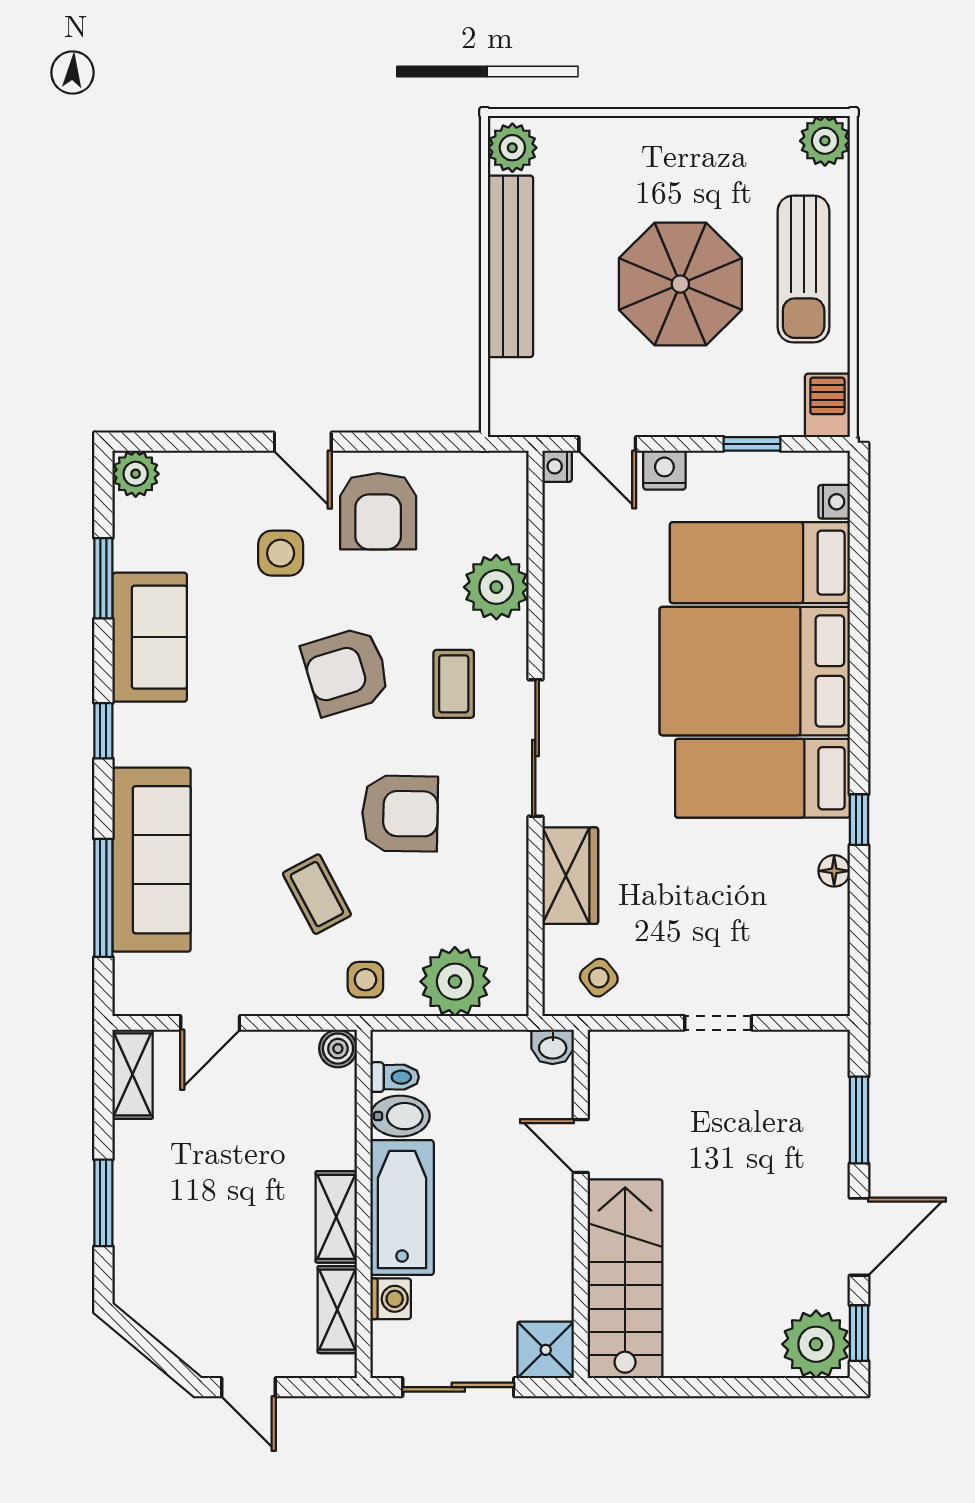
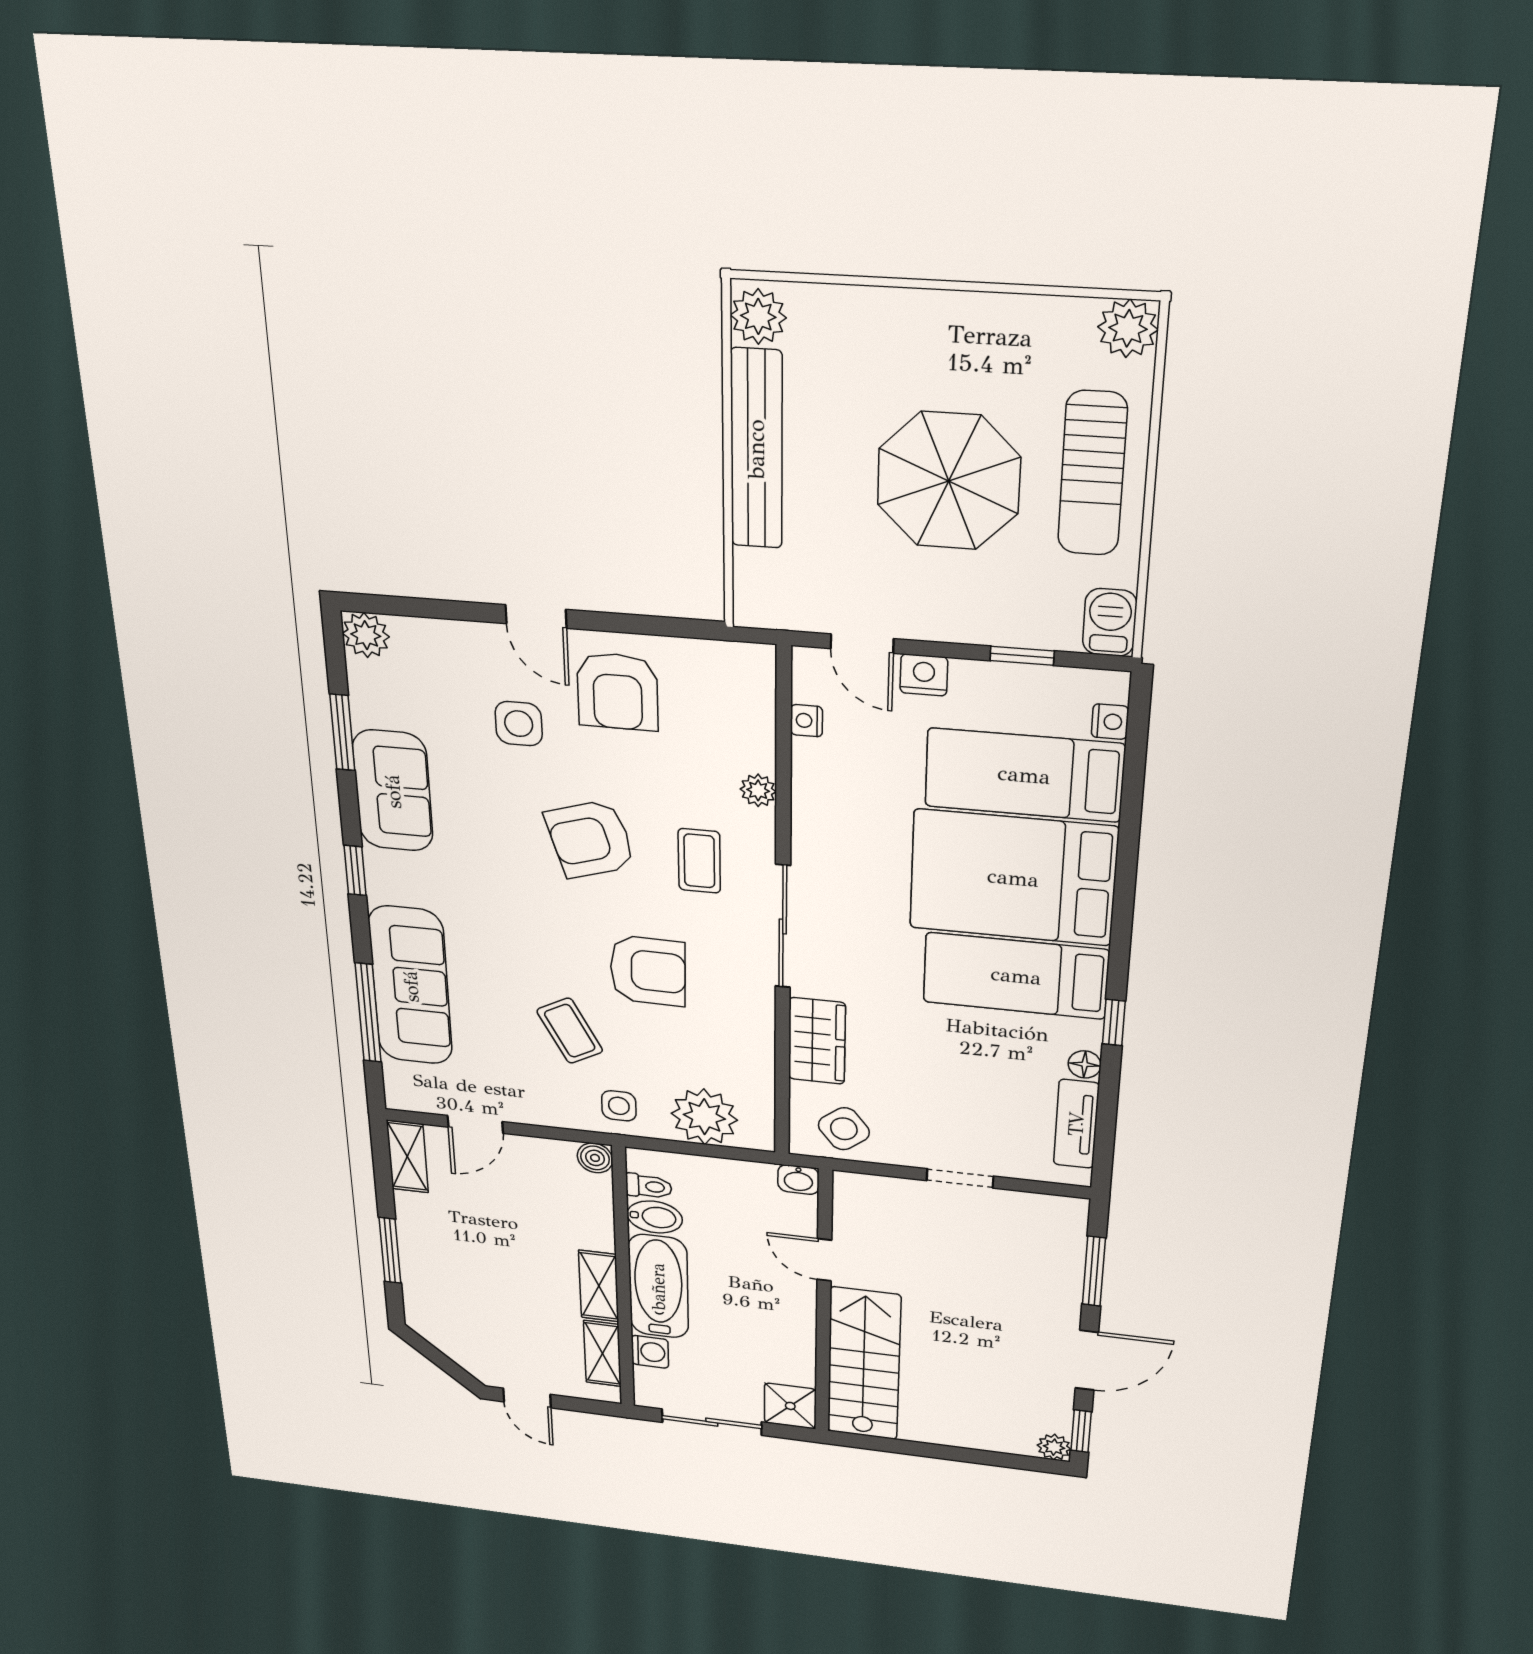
nightstand: (557, 466) -> (807, 721), moved
plant: (496, 587) -> (758, 790), width x0.53, depth x0.53
tv unit: (830, 942) -> (1076, 1124), added
side table: (599, 978) -> (844, 1129), width x1.37, depth x1.37
plant: (816, 1344) -> (1054, 1447), width x0.53, depth x0.53

